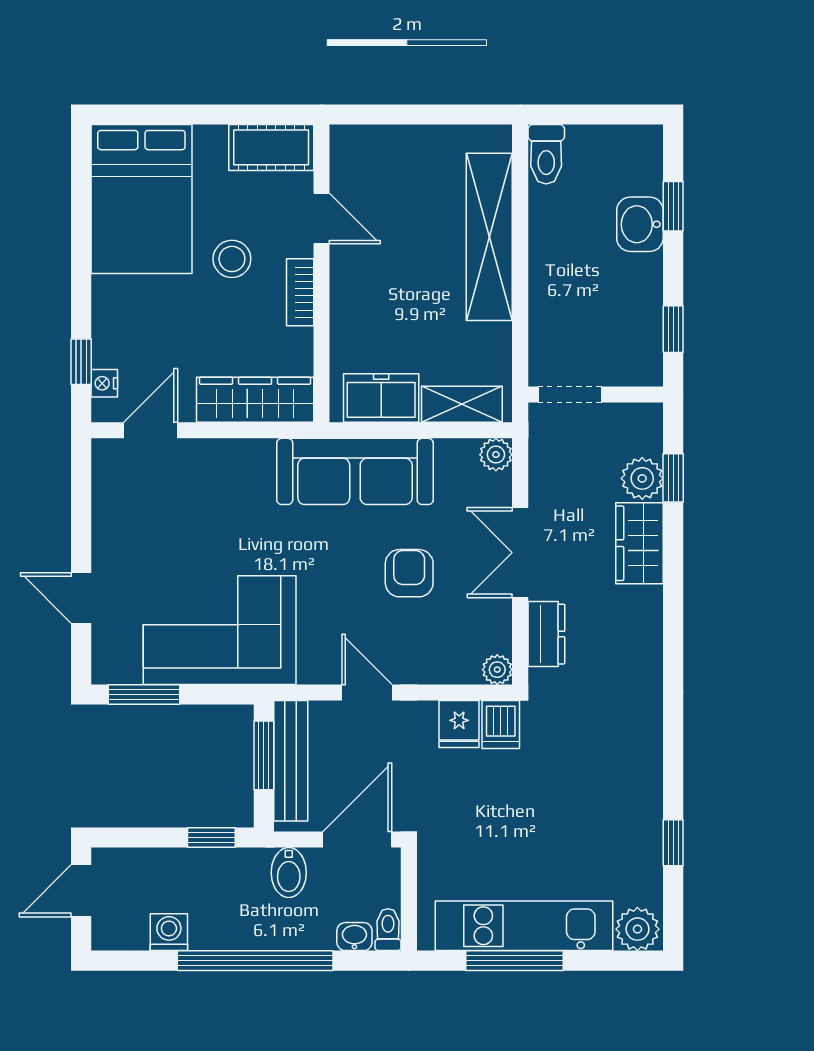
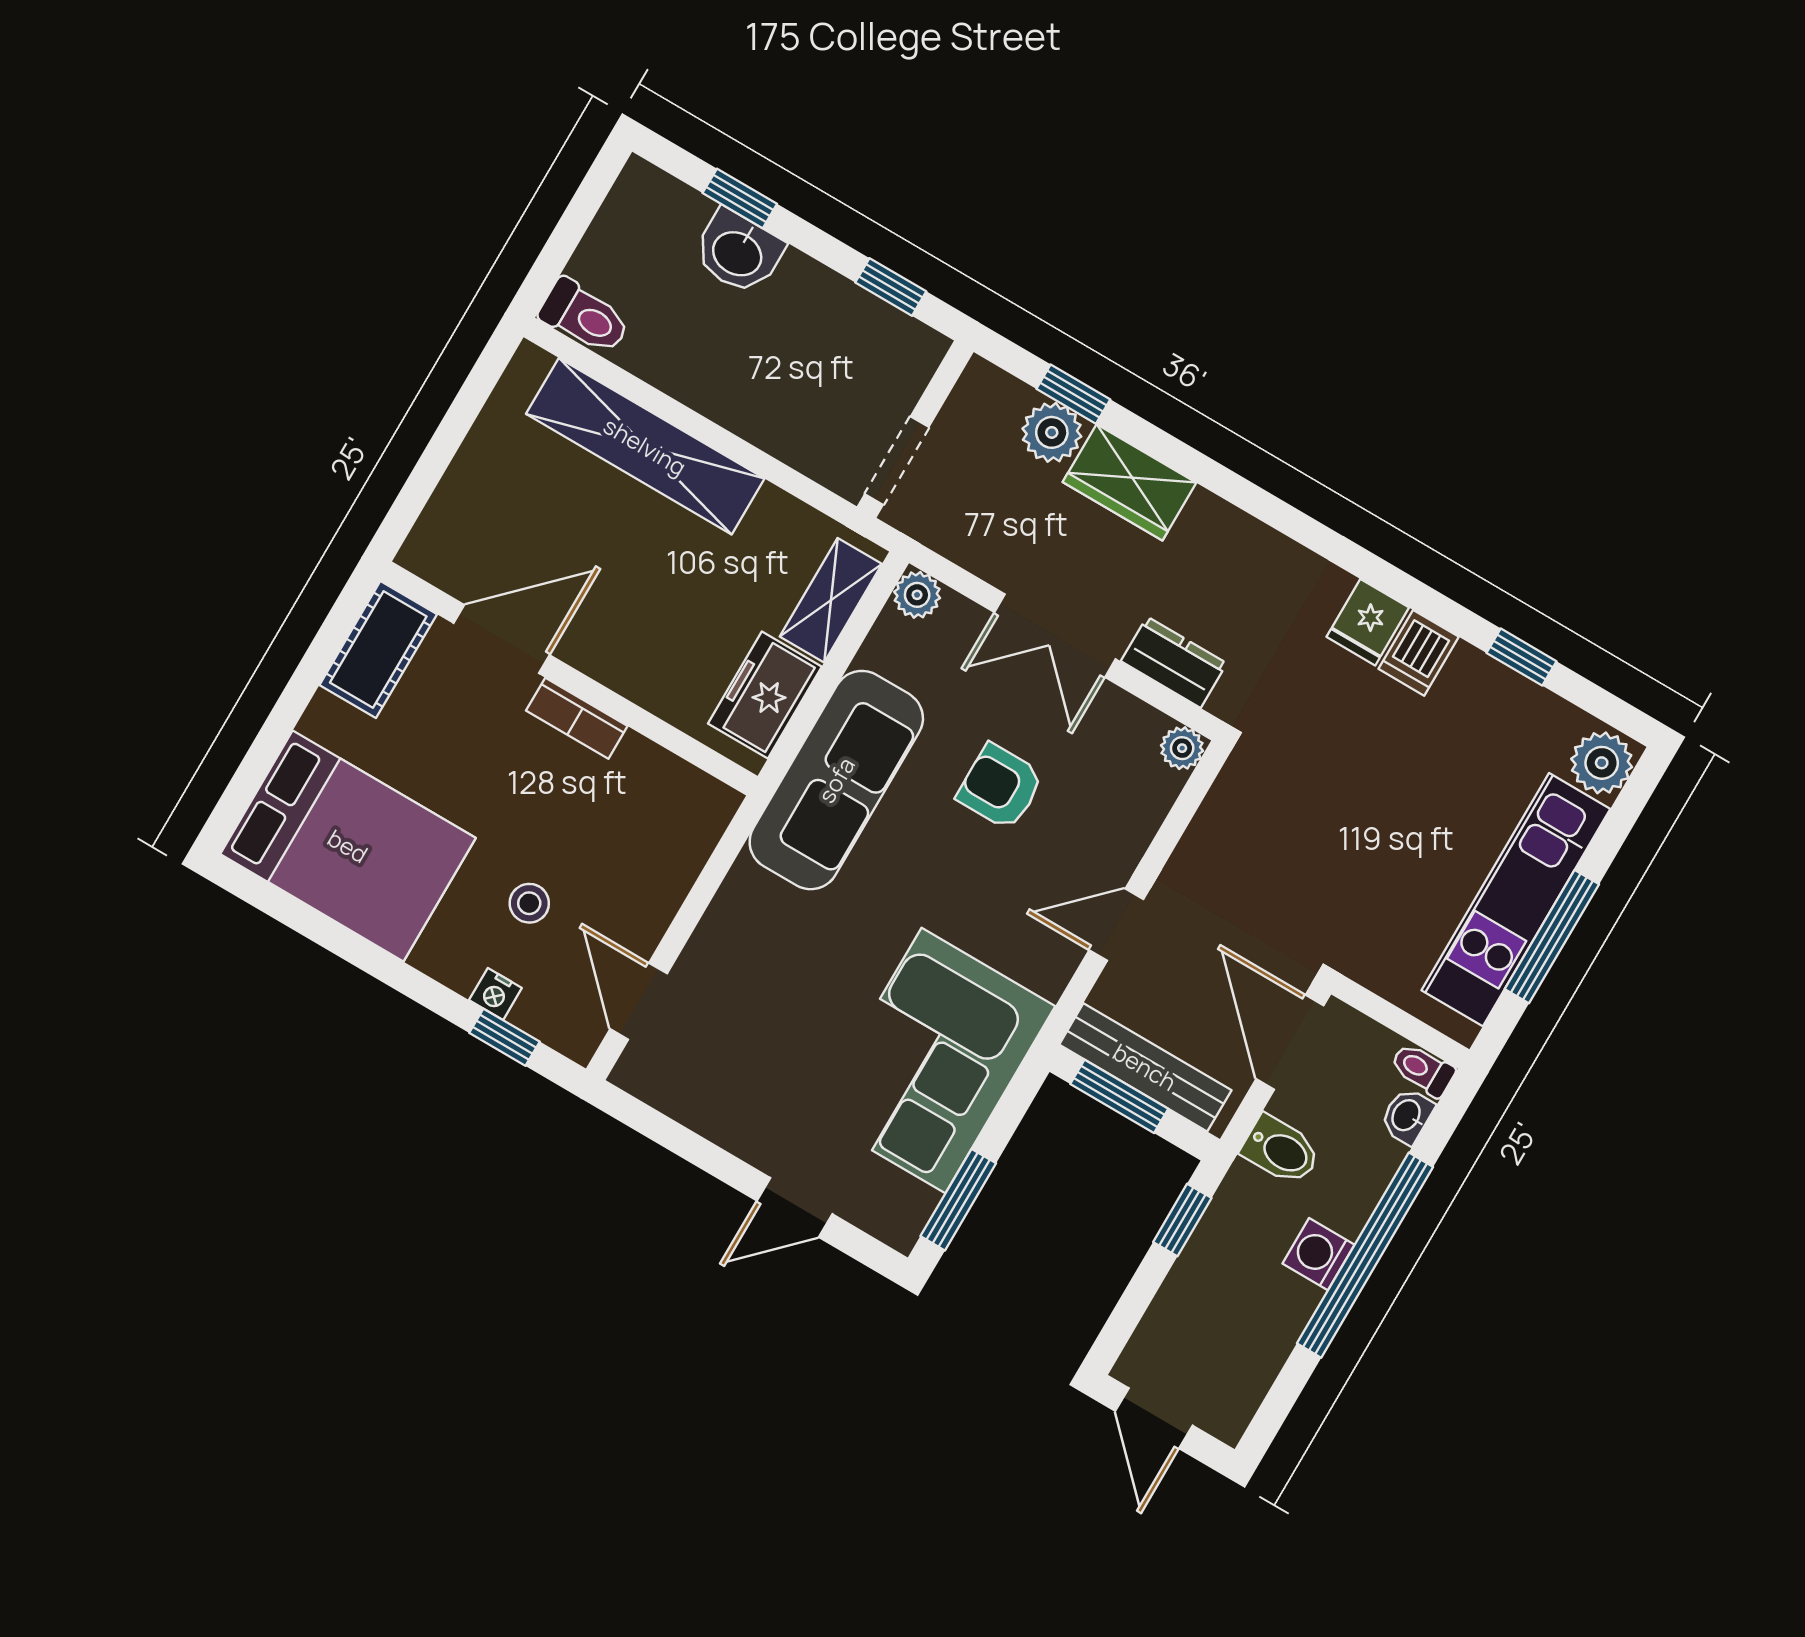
door: (322, 219) -> (502, 639), width x1.38
stool: (232, 259) -> (529, 903), moved, width x0.73, depth x0.73
nightstand: (104, 383) -> (495, 994), moved
wardrobe: (255, 400) -> (676, 851), removed
fridge: (459, 724) -> (1368, 622), moved, turned 90
dishwasher: (501, 724) -> (1419, 653), moved, turned 90
washing machine: (169, 932) -> (1319, 1254), moved

